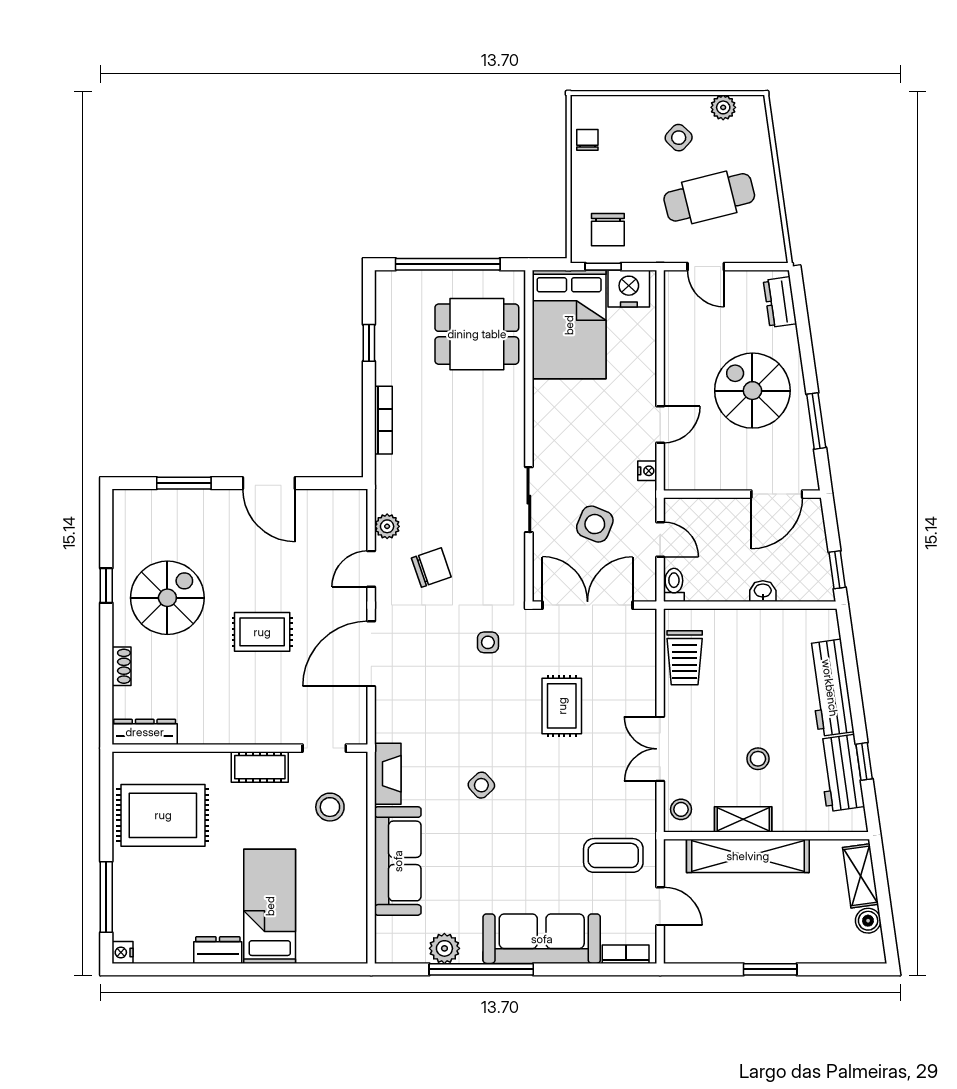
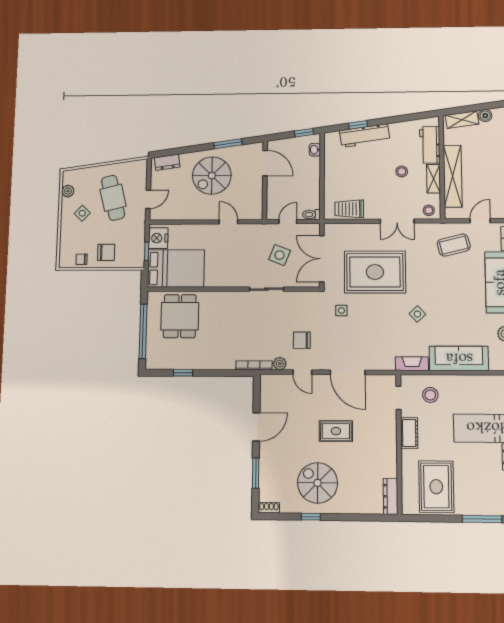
chair: (608, 230) -> (106, 252), moved
bookcase: (383, 420) -> (254, 365), moved
nightstand: (647, 471) -> (252, 228), removed
chair: (431, 567) -> (302, 340), turned -71
washbasin: (763, 591) -> (315, 150), moved
rug: (262, 632) -> (336, 431), turned 90
trolley: (685, 658) -> (349, 209), turned 180
shoe rack: (121, 666) -> (269, 508), moved
rug: (562, 706) -> (375, 272), width x1.86, depth x2.06
window: (864, 761) -> (358, 125), moved
workbench: (841, 773) -> (430, 145), moved, turned 98
coffee table: (613, 855) -> (454, 245), turned 76

